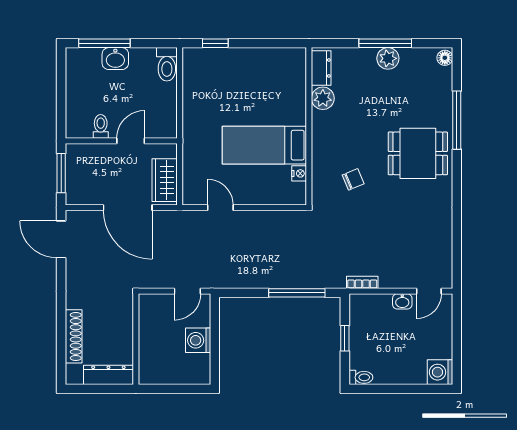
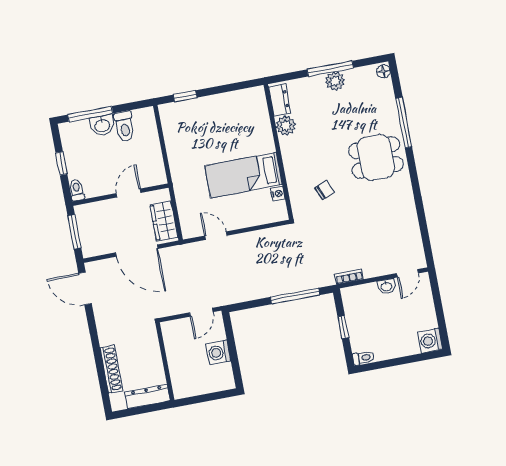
toilet: (167, 64) -> (124, 126), moved
window: (61, 93) -> (61, 163), added
toilet: (101, 126) -> (77, 190), moved

